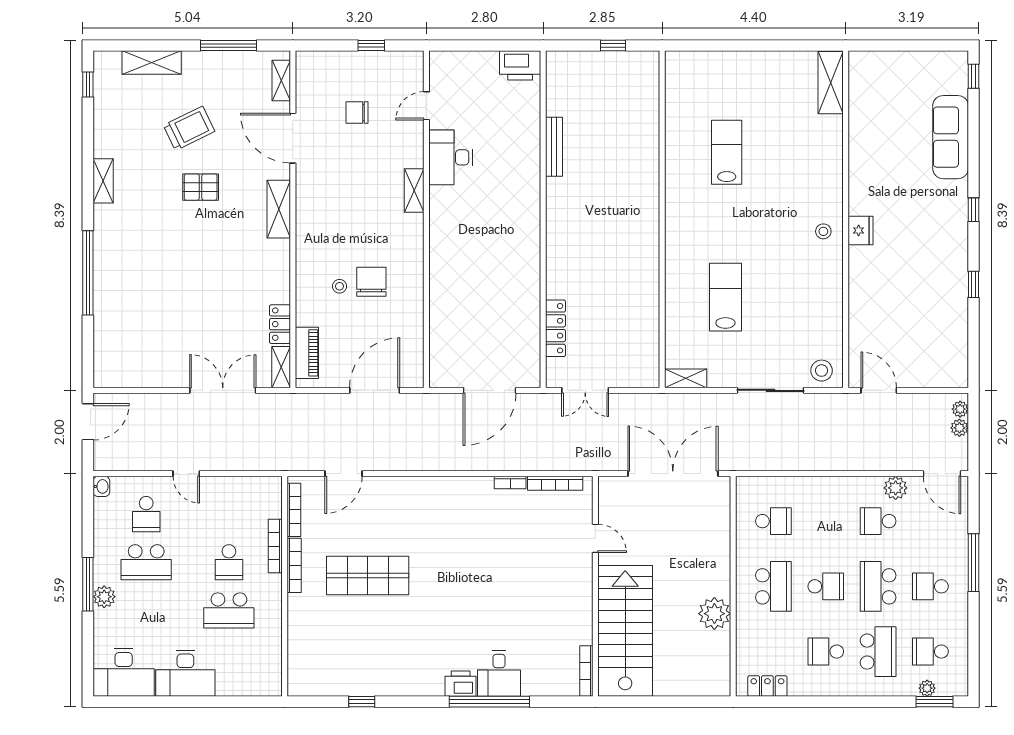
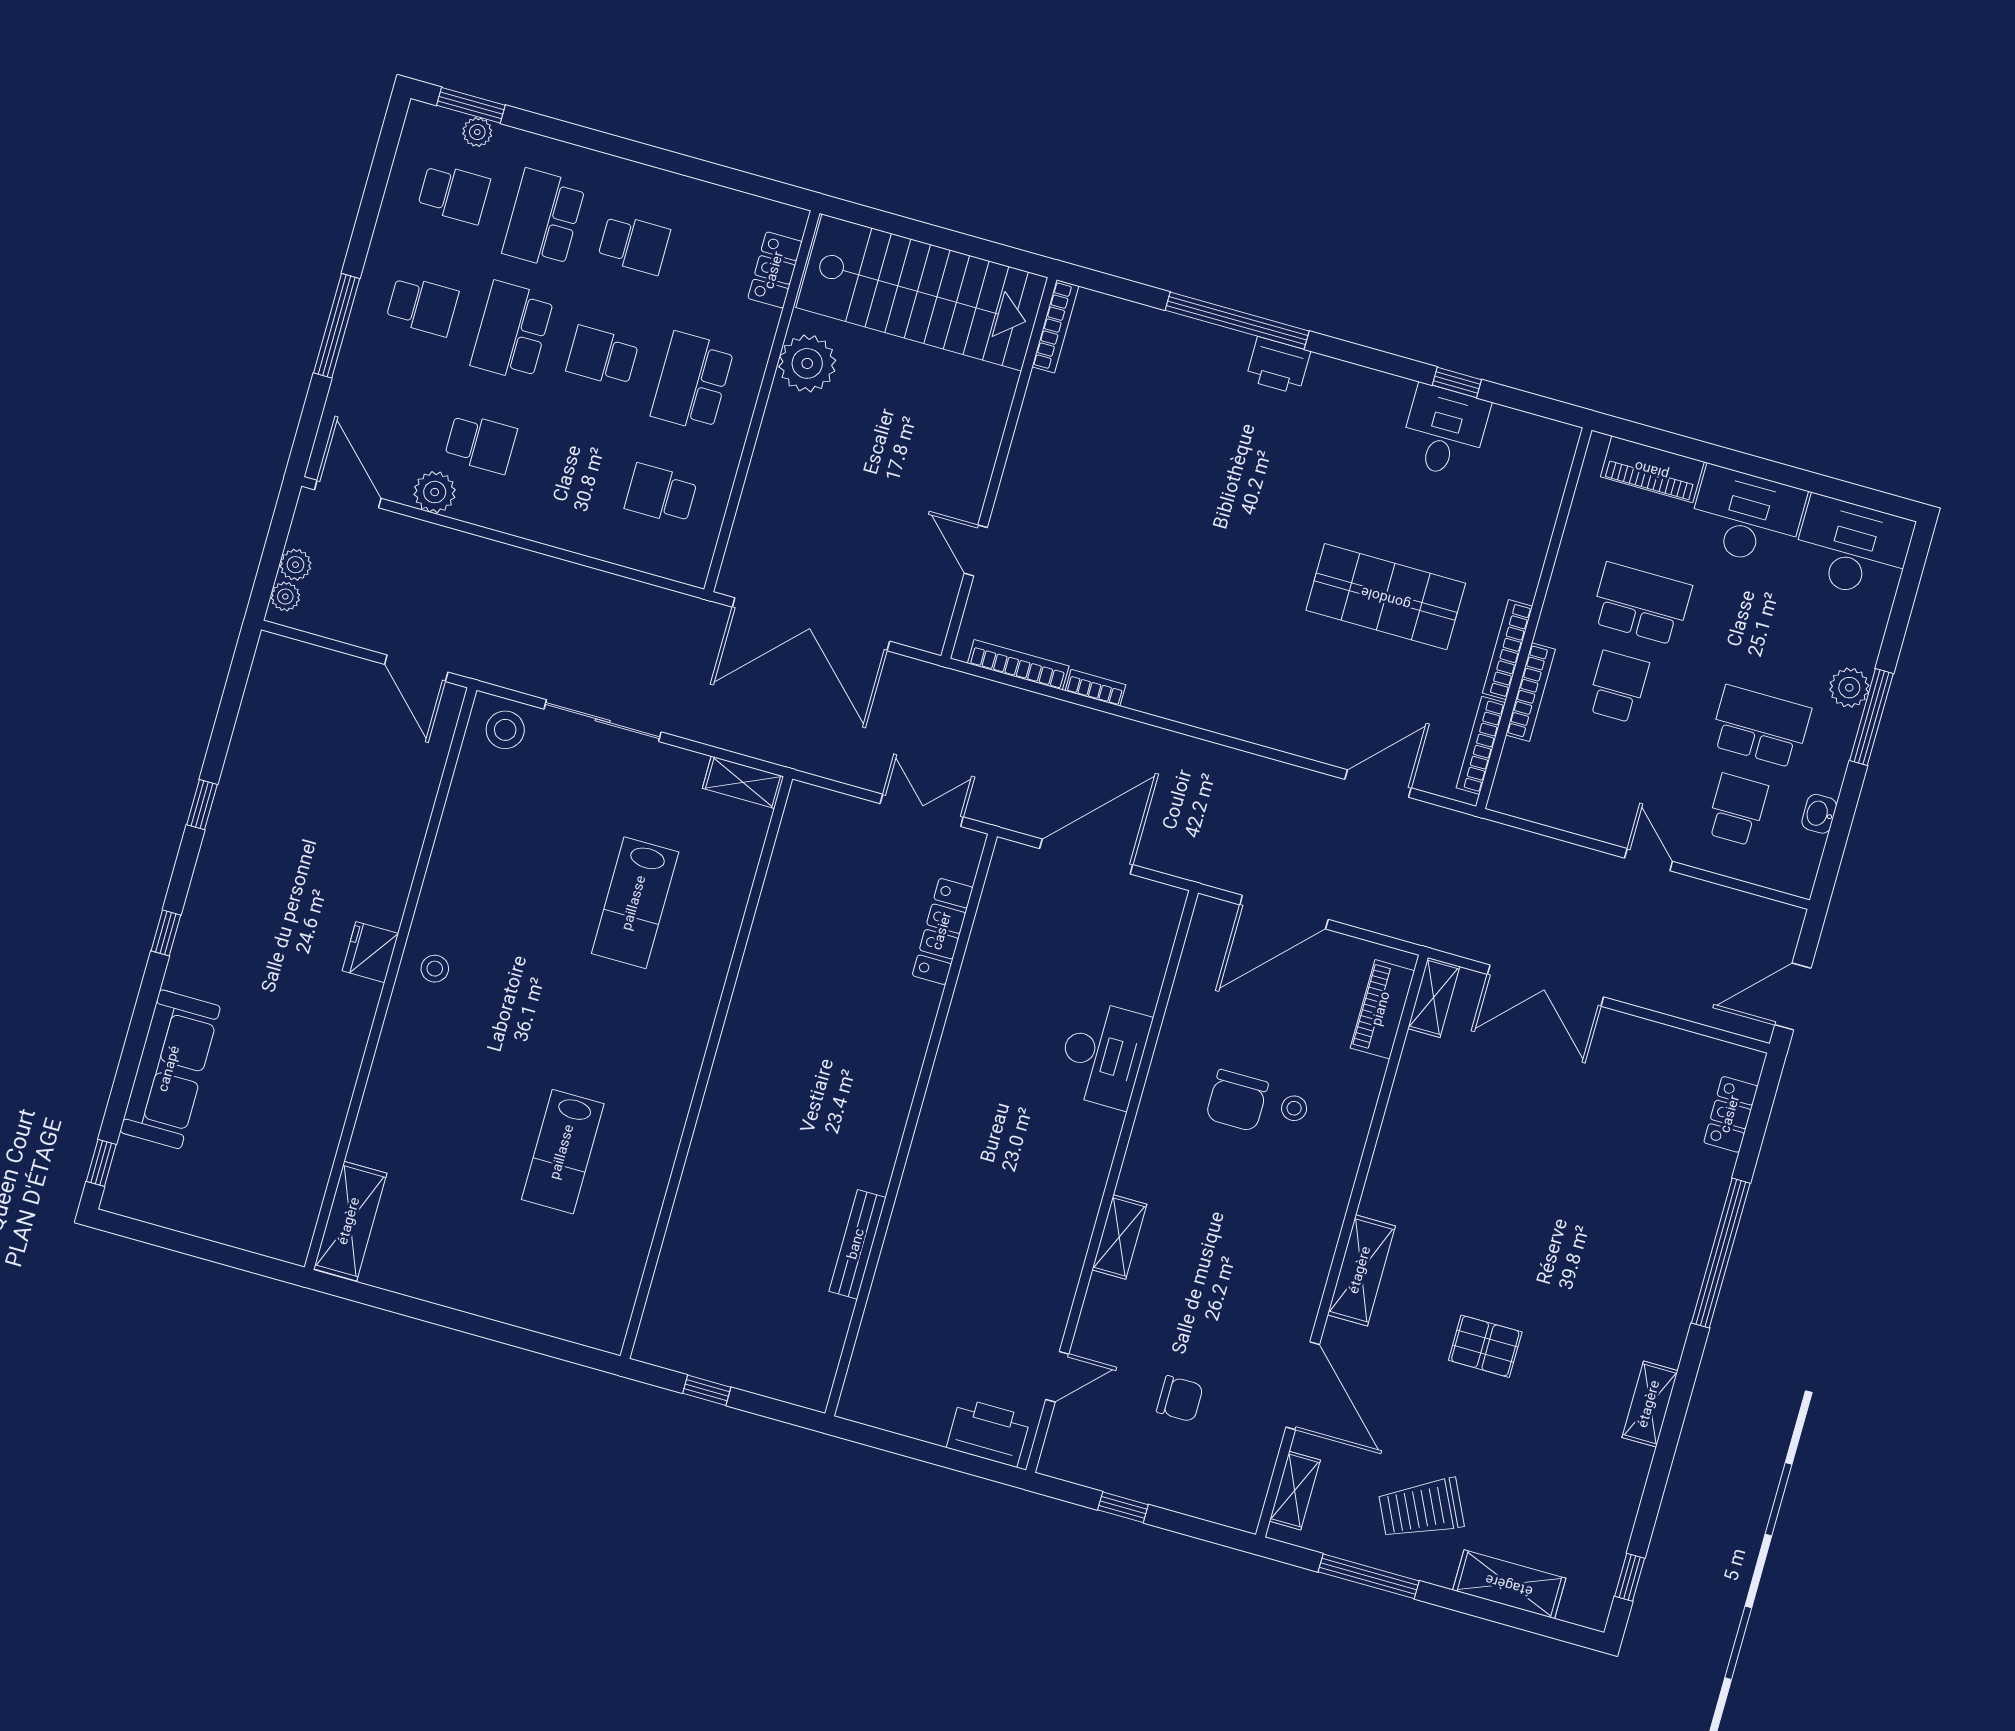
printer: (520, 65) -> (989, 1432), moved
trolley: (189, 128) -> (1421, 1509), moved
desk: (450, 157) -> (1103, 1054), moved
locker: (280, 324) -> (1731, 1114), moved, turned 180
washbasin: (101, 486) -> (1819, 814), moved
school desk: (878, 586) -> (512, 331), turned 180
stairs: (625, 631) -> (922, 292), moved, turned -90
desk: (499, 673) -> (1444, 431), moved
piano: (243, 684) -> (1652, 469), added
locker: (767, 686) -> (775, 270), moved, turned 90

